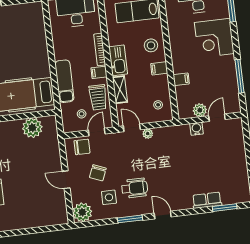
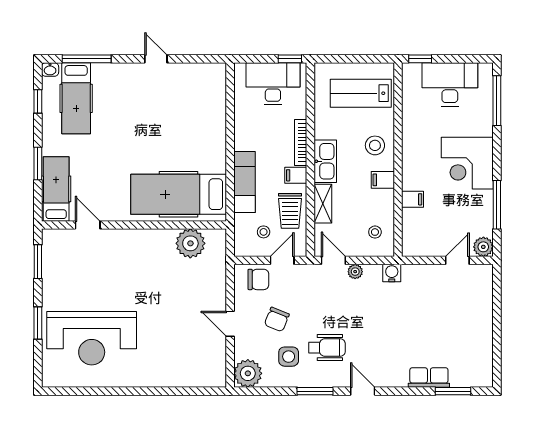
corner desk: (214, 38) -> (467, 163), moved
plant: (200, 110) -> (483, 247), moved
water cooler: (197, 129) -> (392, 273), moved

